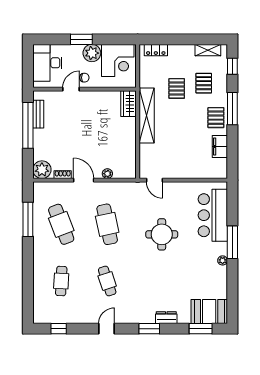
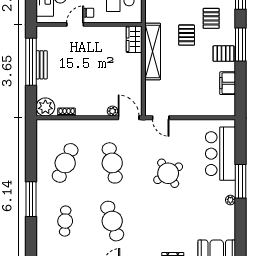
pallet: (177, 88) -> (187, 35), moved
bench: (38, 114) -> (42, 65), moved
pallet: (216, 118) -> (224, 54), turned 90
door: (84, 180) -> (129, 118), moved
window: (28, 219) -> (31, 199), moved
cafe table: (61, 224) -> (65, 163), turned 45
round table: (162, 234) -> (168, 173), turned -32
cafe table: (107, 281) -> (112, 221), width x1.37, depth x1.35

